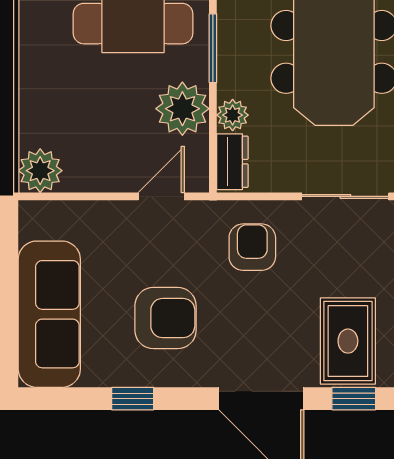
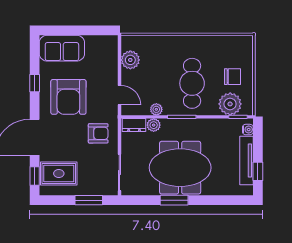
plant: (182, 109) -> (156, 109), width x0.53, depth x0.53
plant: (40, 171) -> (130, 60), moved
sofa: (49, 314) -> (62, 48), width x0.73
armchair: (165, 318) -> (68, 97), width x1.36, depth x1.36

